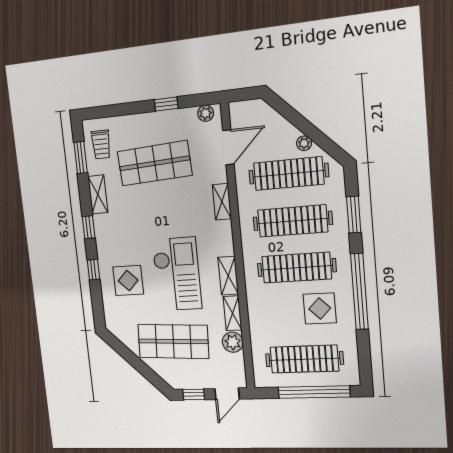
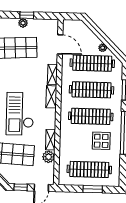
plant: (206, 113) -> (23, 23), moved
door: (228, 147) -> (60, 44), hinge flipped
checkout: (177, 274) -> (20, 114), turned 180
shelving: (228, 276) -> (51, 97), moved
window: (314, 392) -> (93, 189), width x0.47

